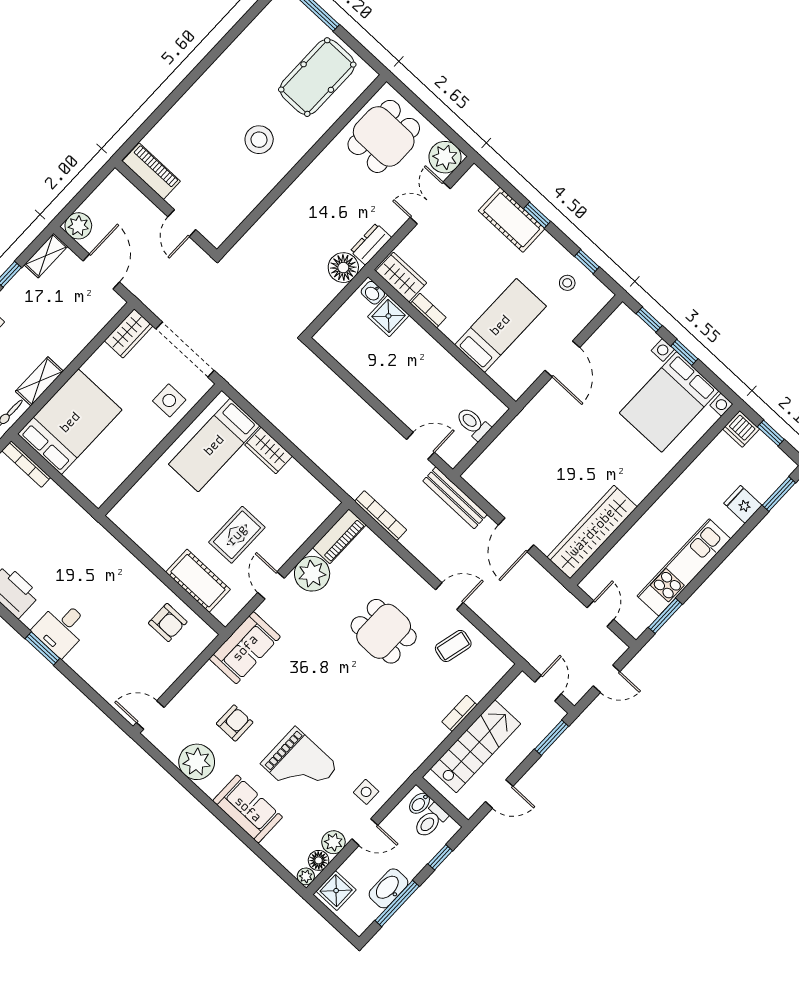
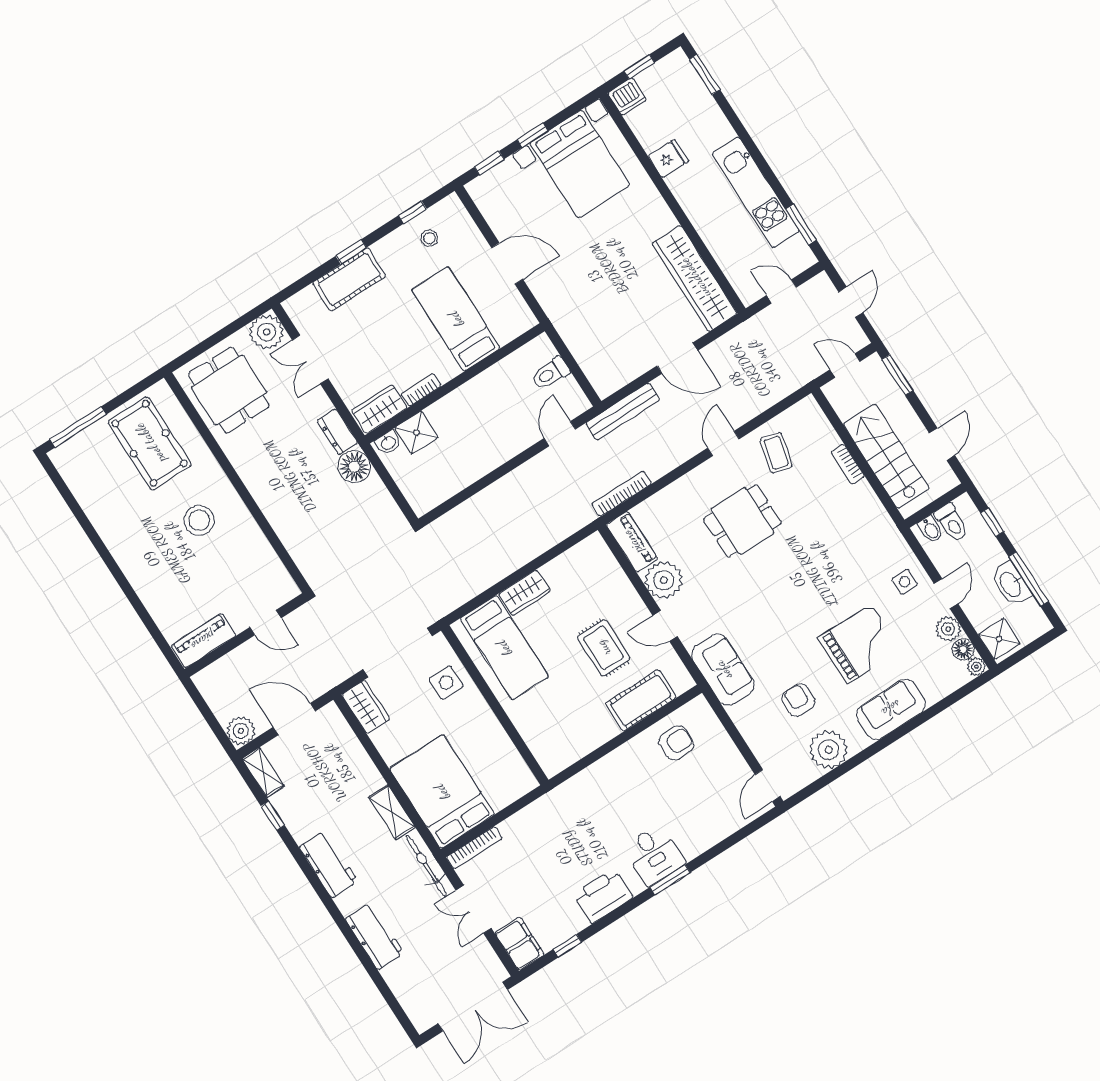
fridge: (743, 504) -> (668, 159), moved, turned 180

